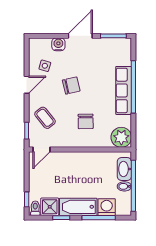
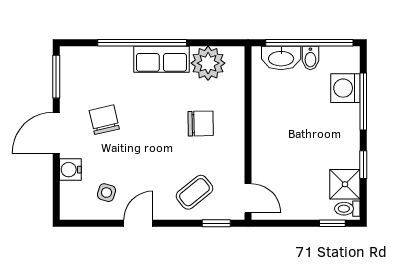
door: (80, 36) -> (56, 133), hinge flipped
door: (27, 85) -> (138, 223), hinge flipped
chair: (71, 86) -> (104, 120), moved
row of seats: (124, 90) -> (161, 59), width x0.68
plant: (121, 137) -> (208, 63), moved
bathtub: (78, 207) -> (345, 136), removed

